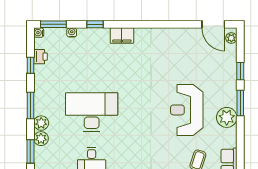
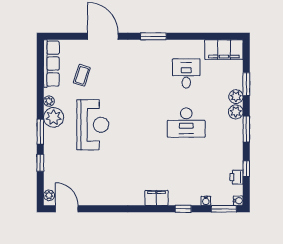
desk: (92, 112) -> (186, 123), width x0.73, depth x0.77
plant: (231, 134) -> (49, 101), added

